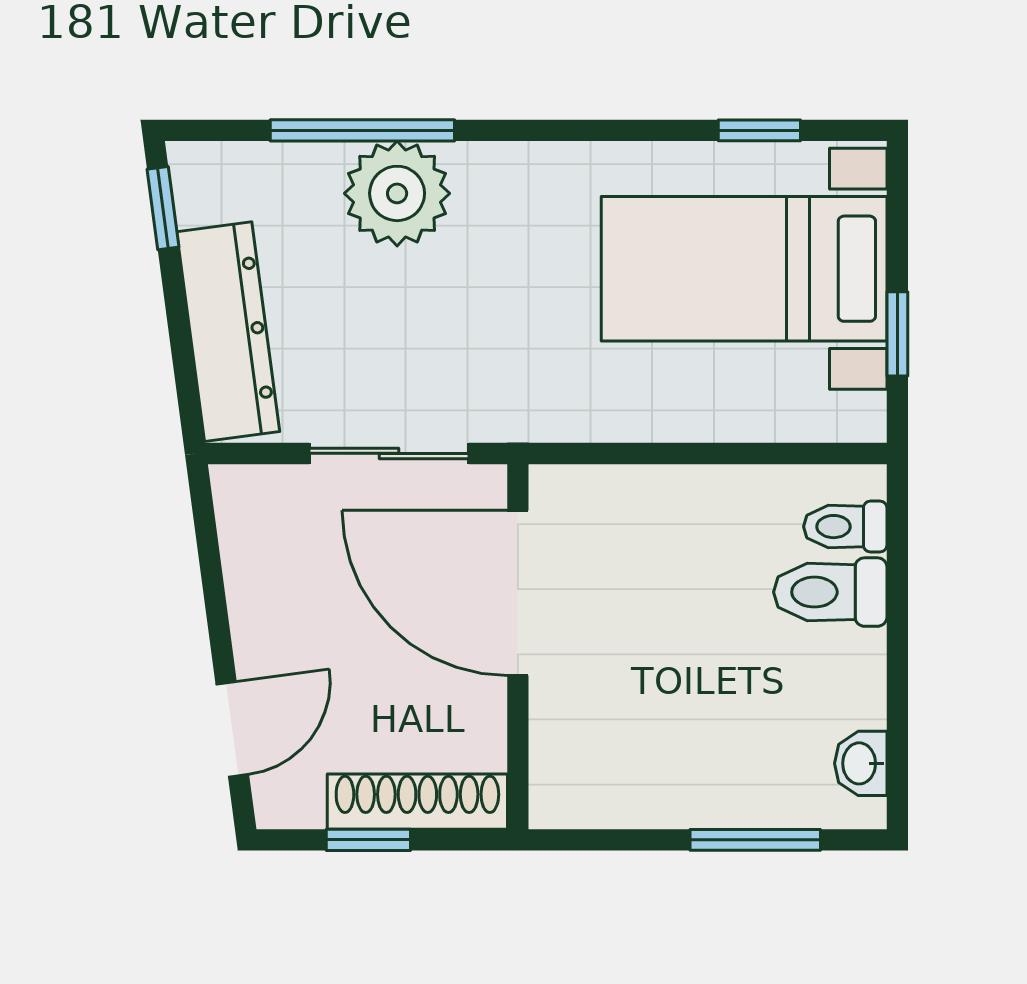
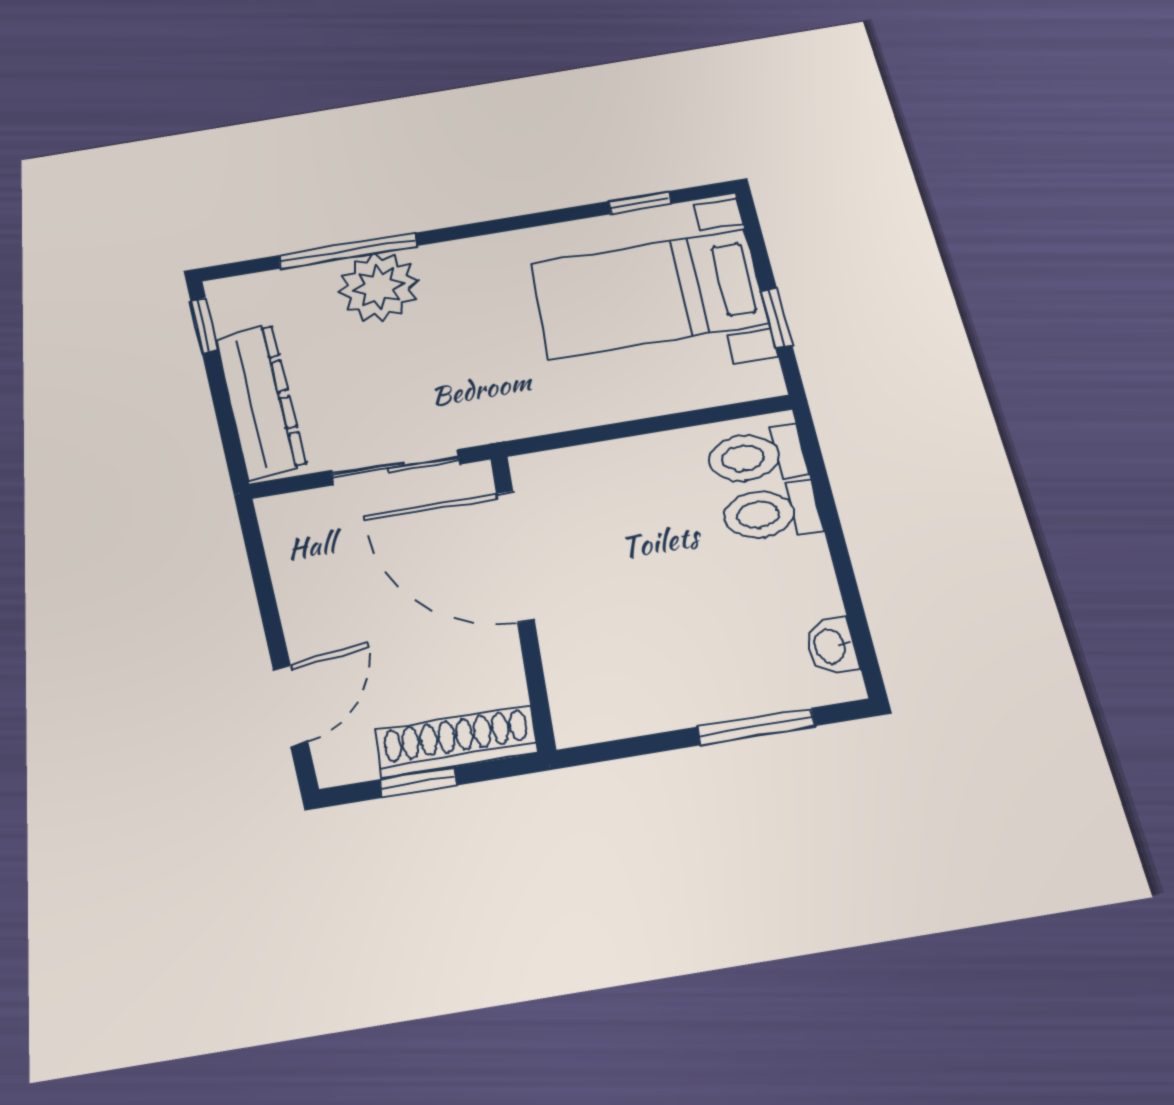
toilet: (845, 527) -> (756, 456), width x1.37, depth x1.39

